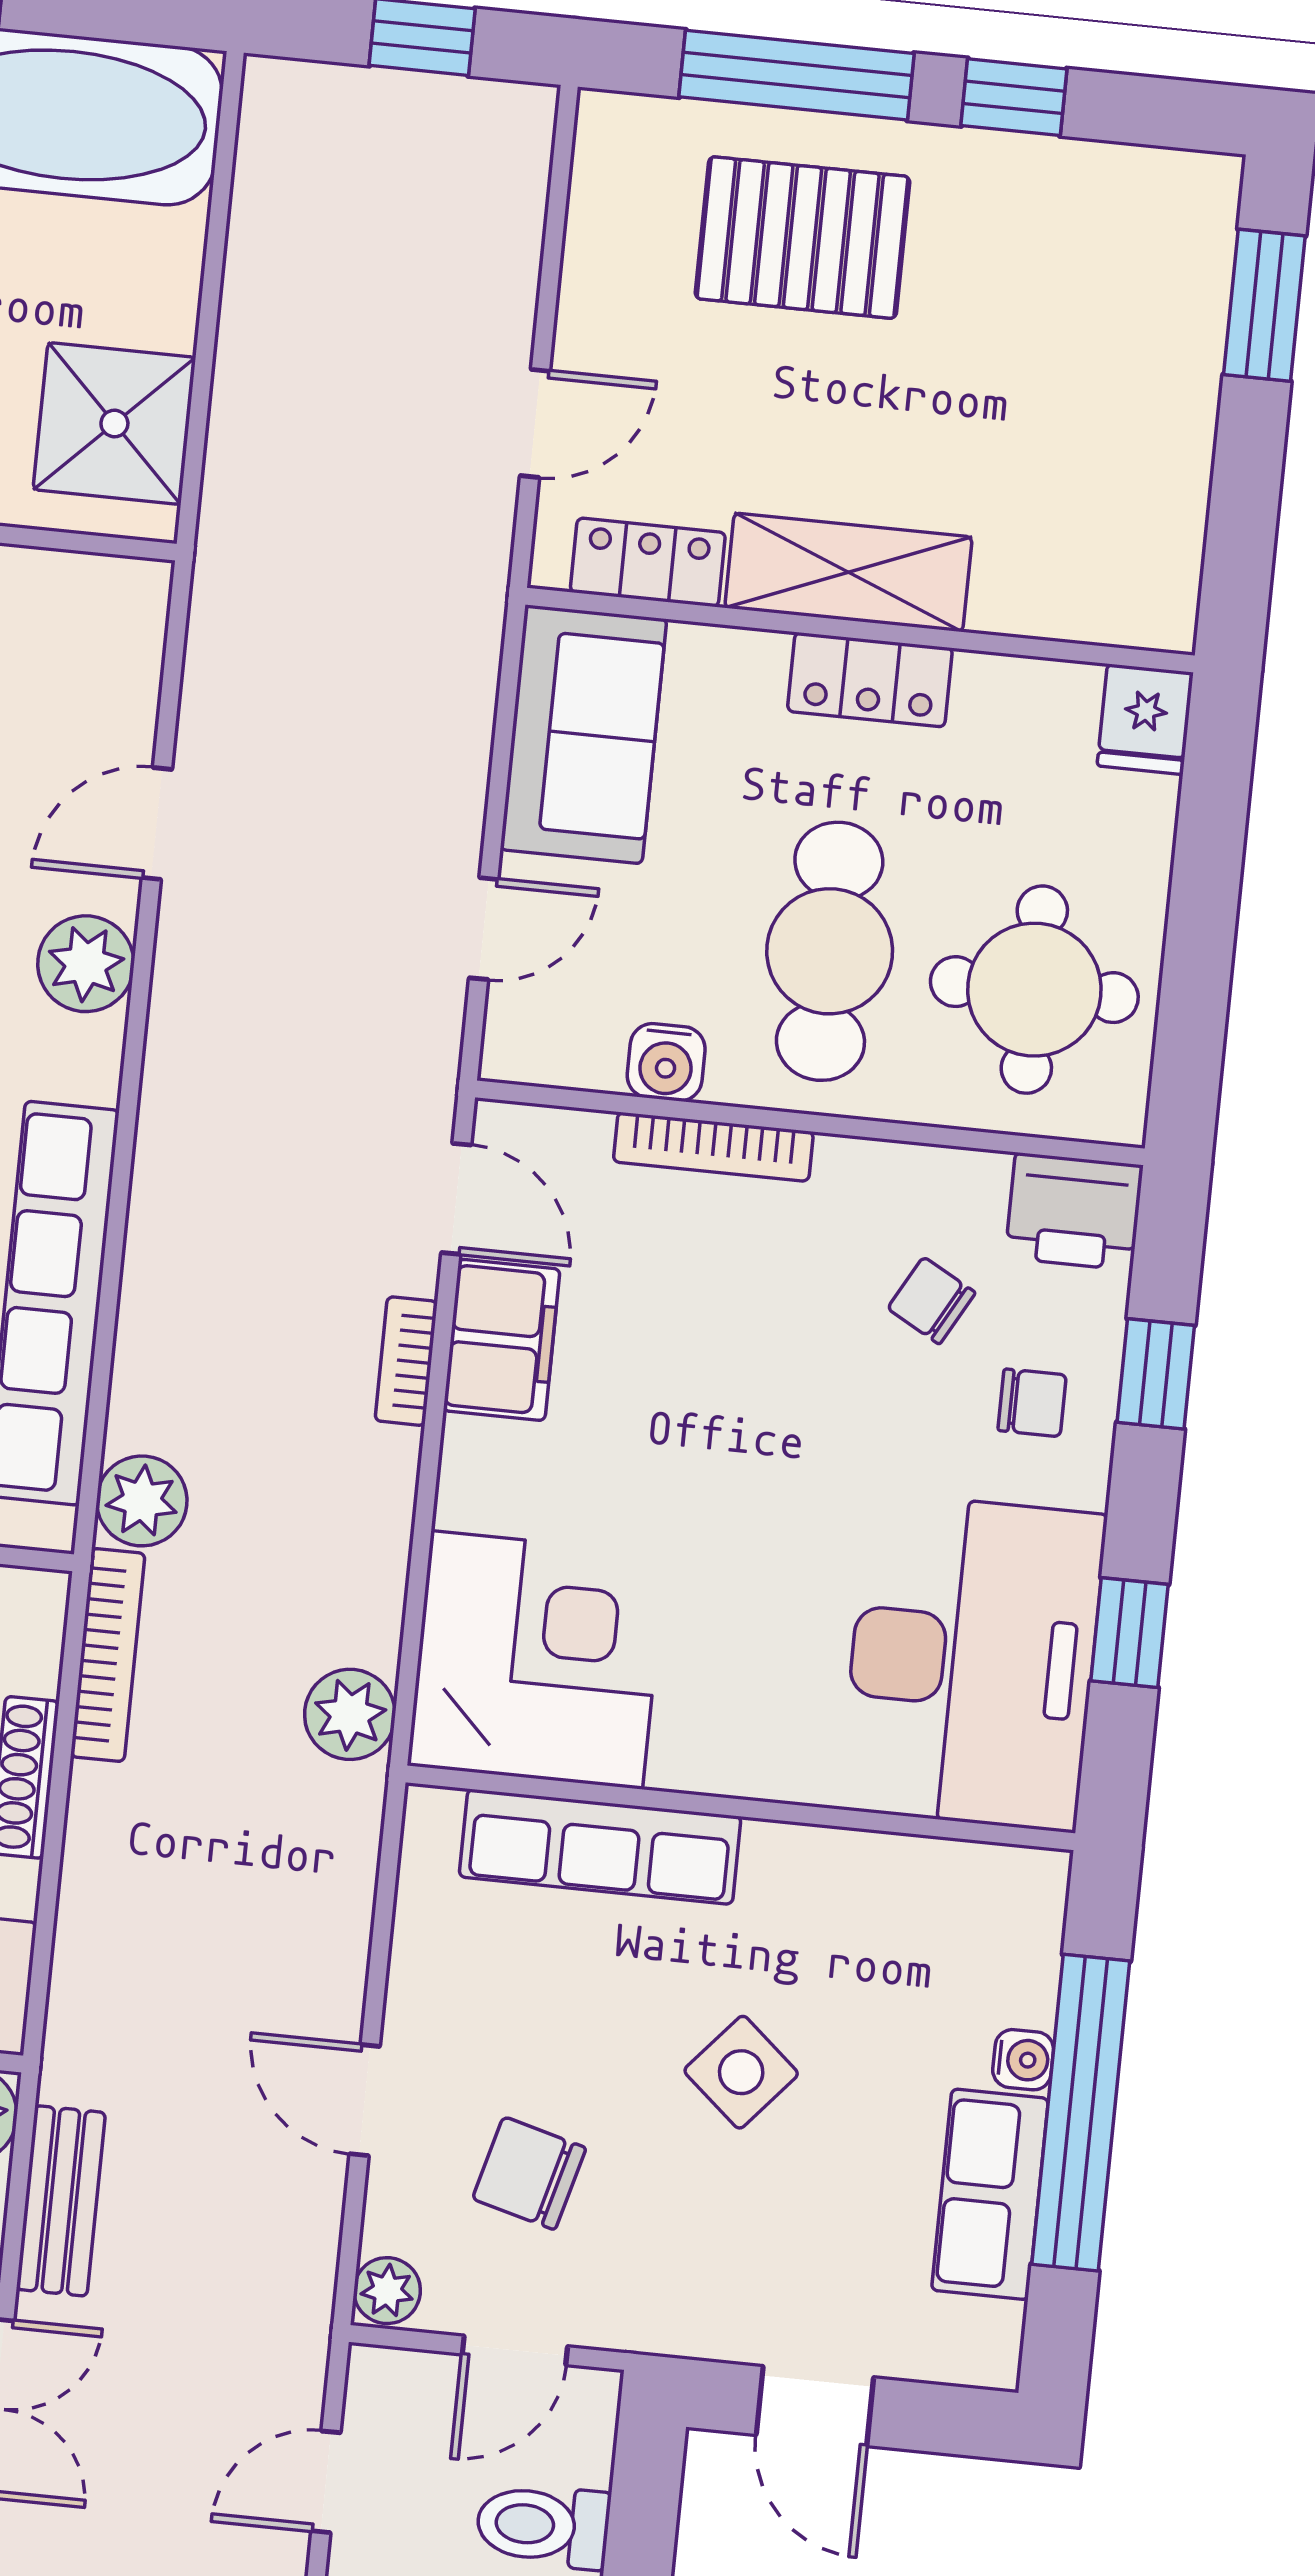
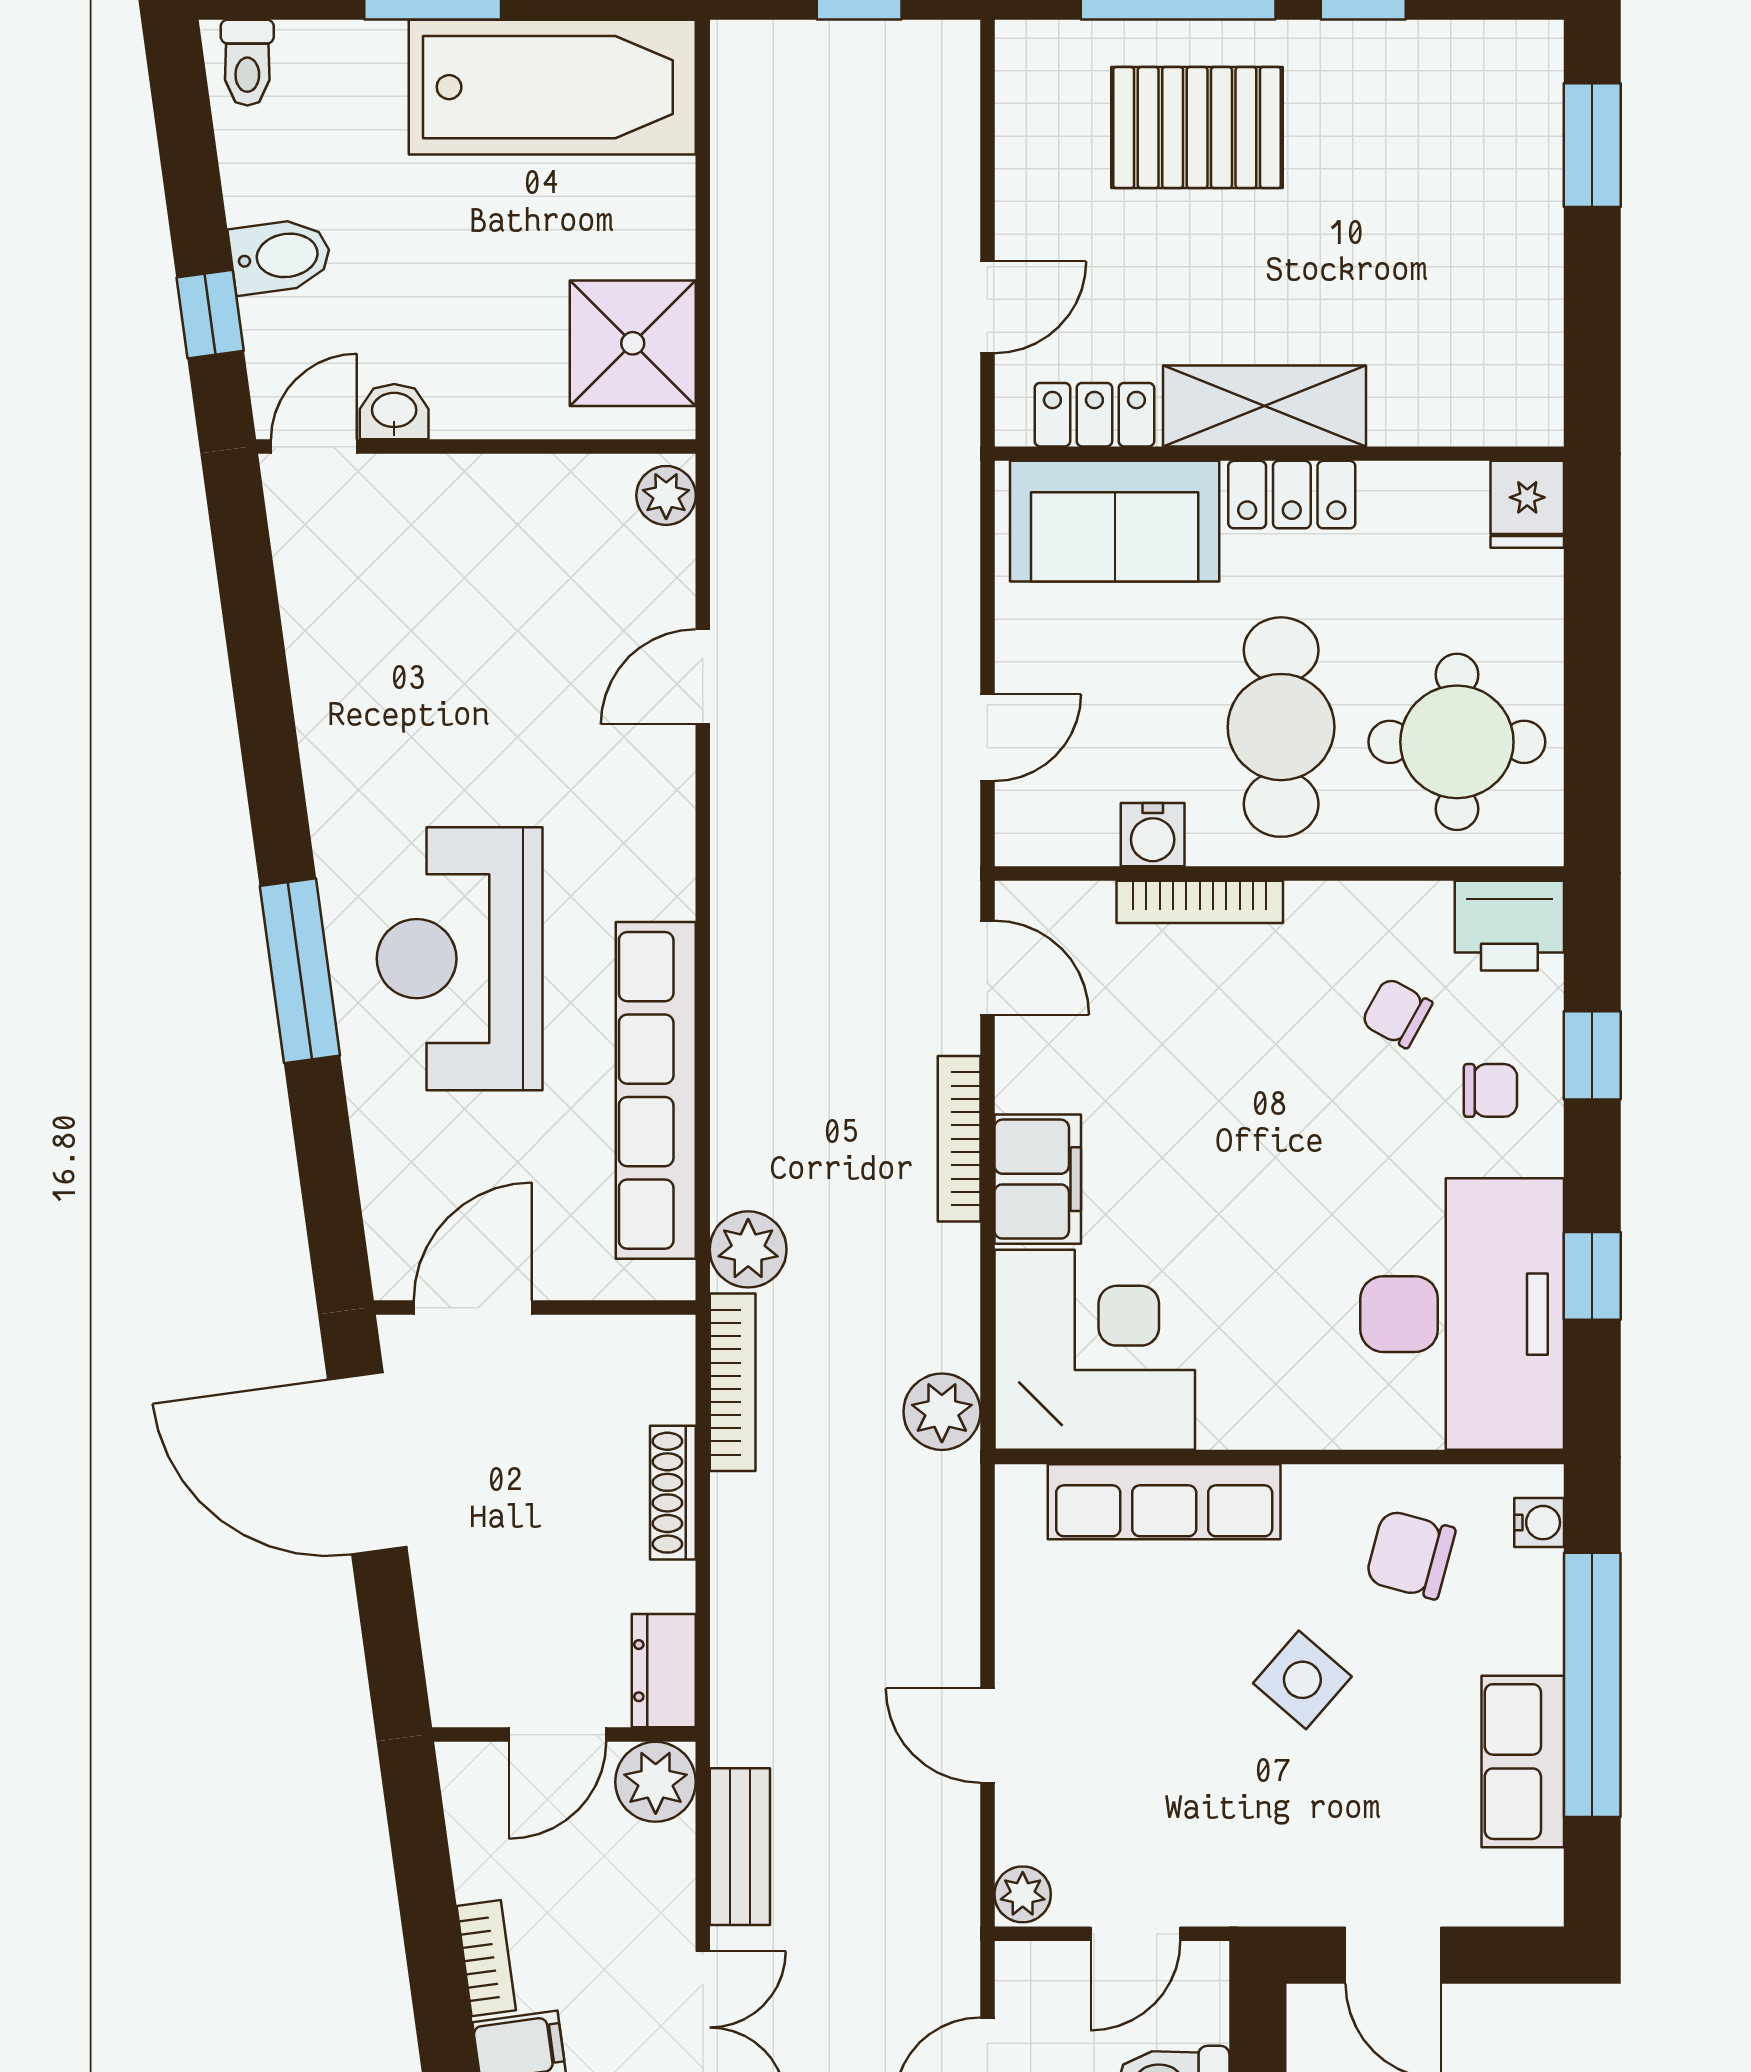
sofa: (584, 734) -> (1115, 521), moved, turned 90
plant: (86, 964) -> (666, 495), moved, width x0.73, depth x0.73
filing cabinet: (502, 1340) -> (1038, 1179), moved
bookcase: (406, 1361) -> (959, 1139), width x1.56
water cooler: (1023, 2060) -> (1539, 1523), moved
chair: (529, 2173) -> (1410, 1555), moved

